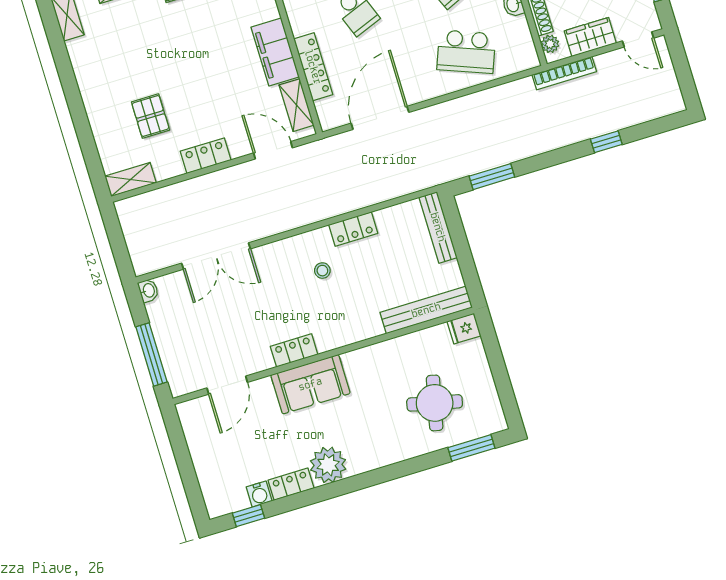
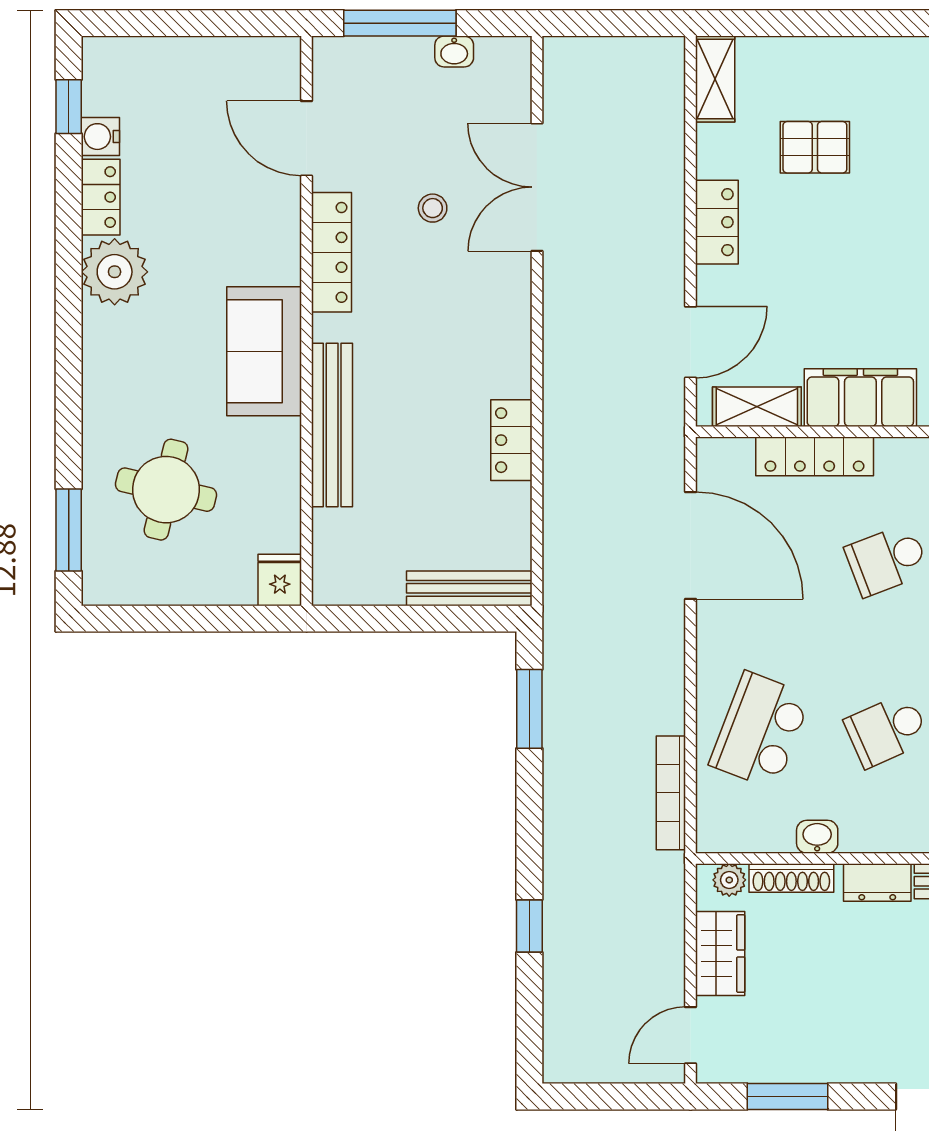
bookcase: (564, 73) -> (671, 793), moved
stool: (322, 271) -> (433, 208), moved
washbasin: (148, 291) -> (454, 51), moved
bench: (426, 310) -> (332, 425), moved
locker: (294, 350) -> (332, 252), width x1.53
sofa: (310, 384) -> (264, 351), moved

